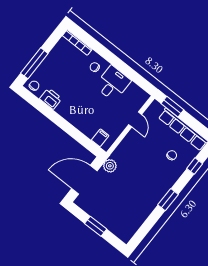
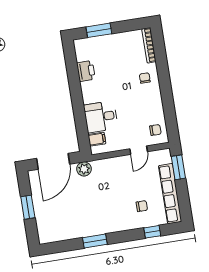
window: (34, 63) -> (99, 30), width x0.69
desk: (113, 83) -> (101, 117), moved, turned 180
chair: (34, 86) -> (155, 130), moved
door: (84, 180) -> (53, 161), swing flipped
window: (168, 200) -> (95, 241), moved

